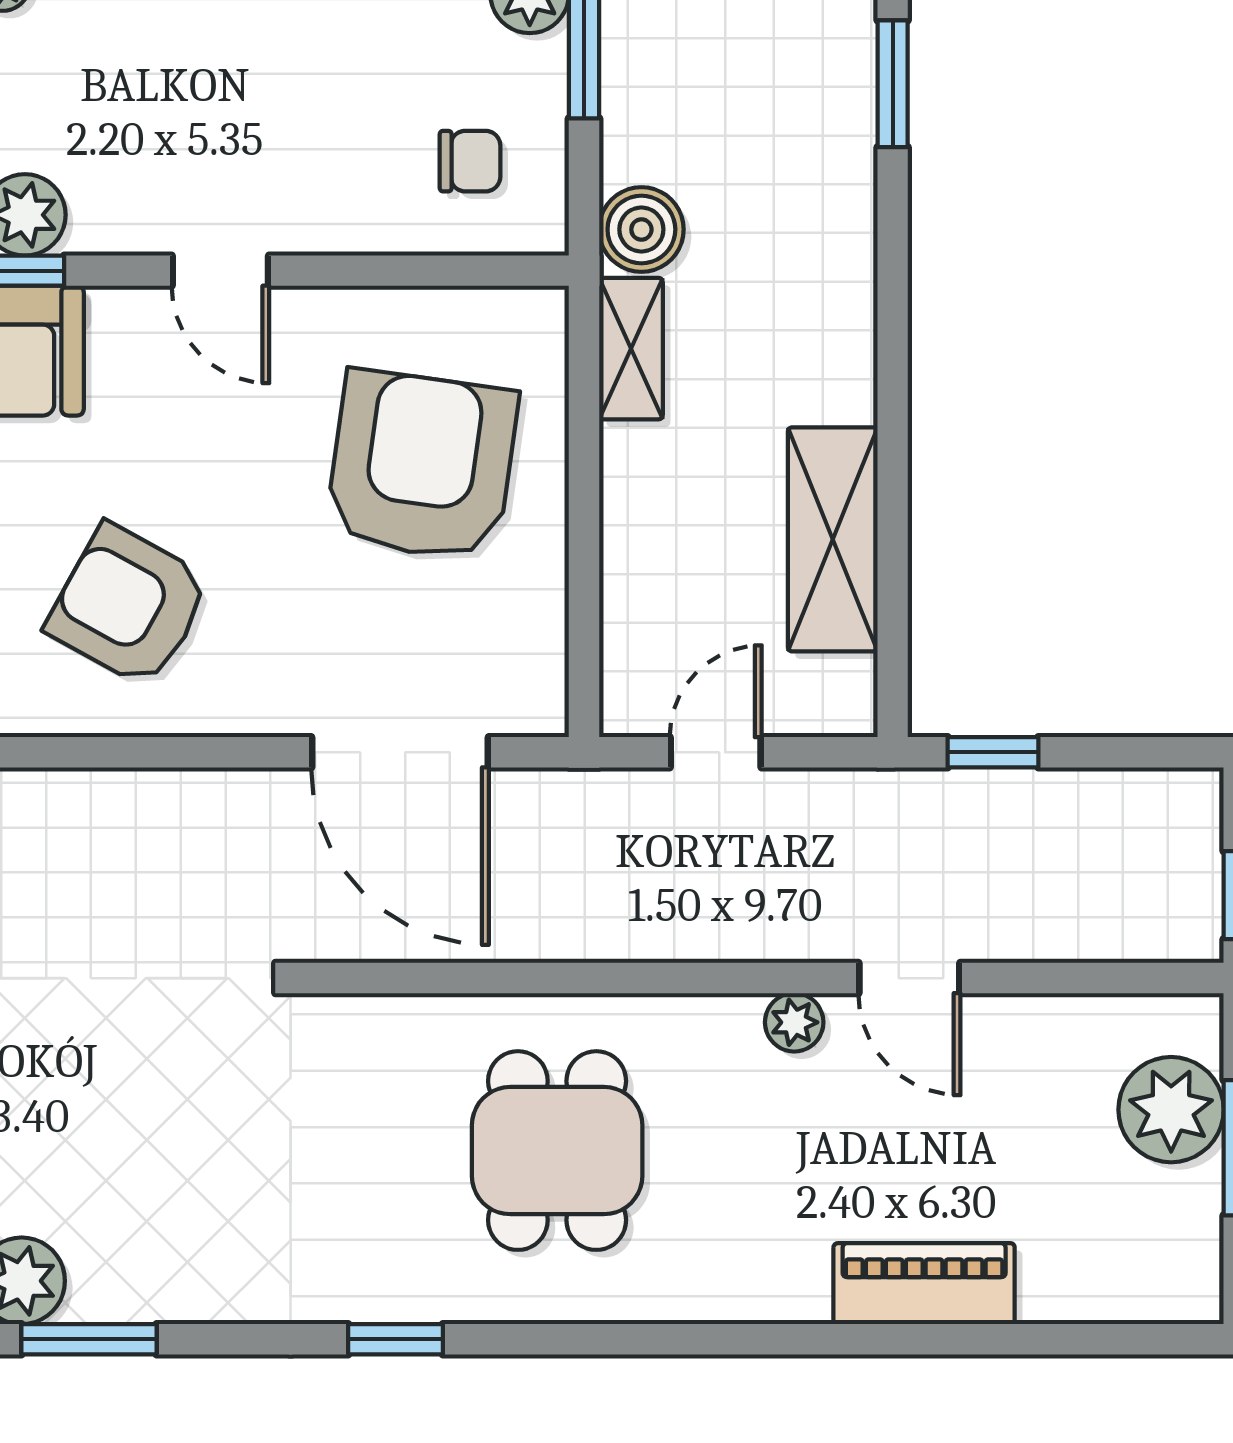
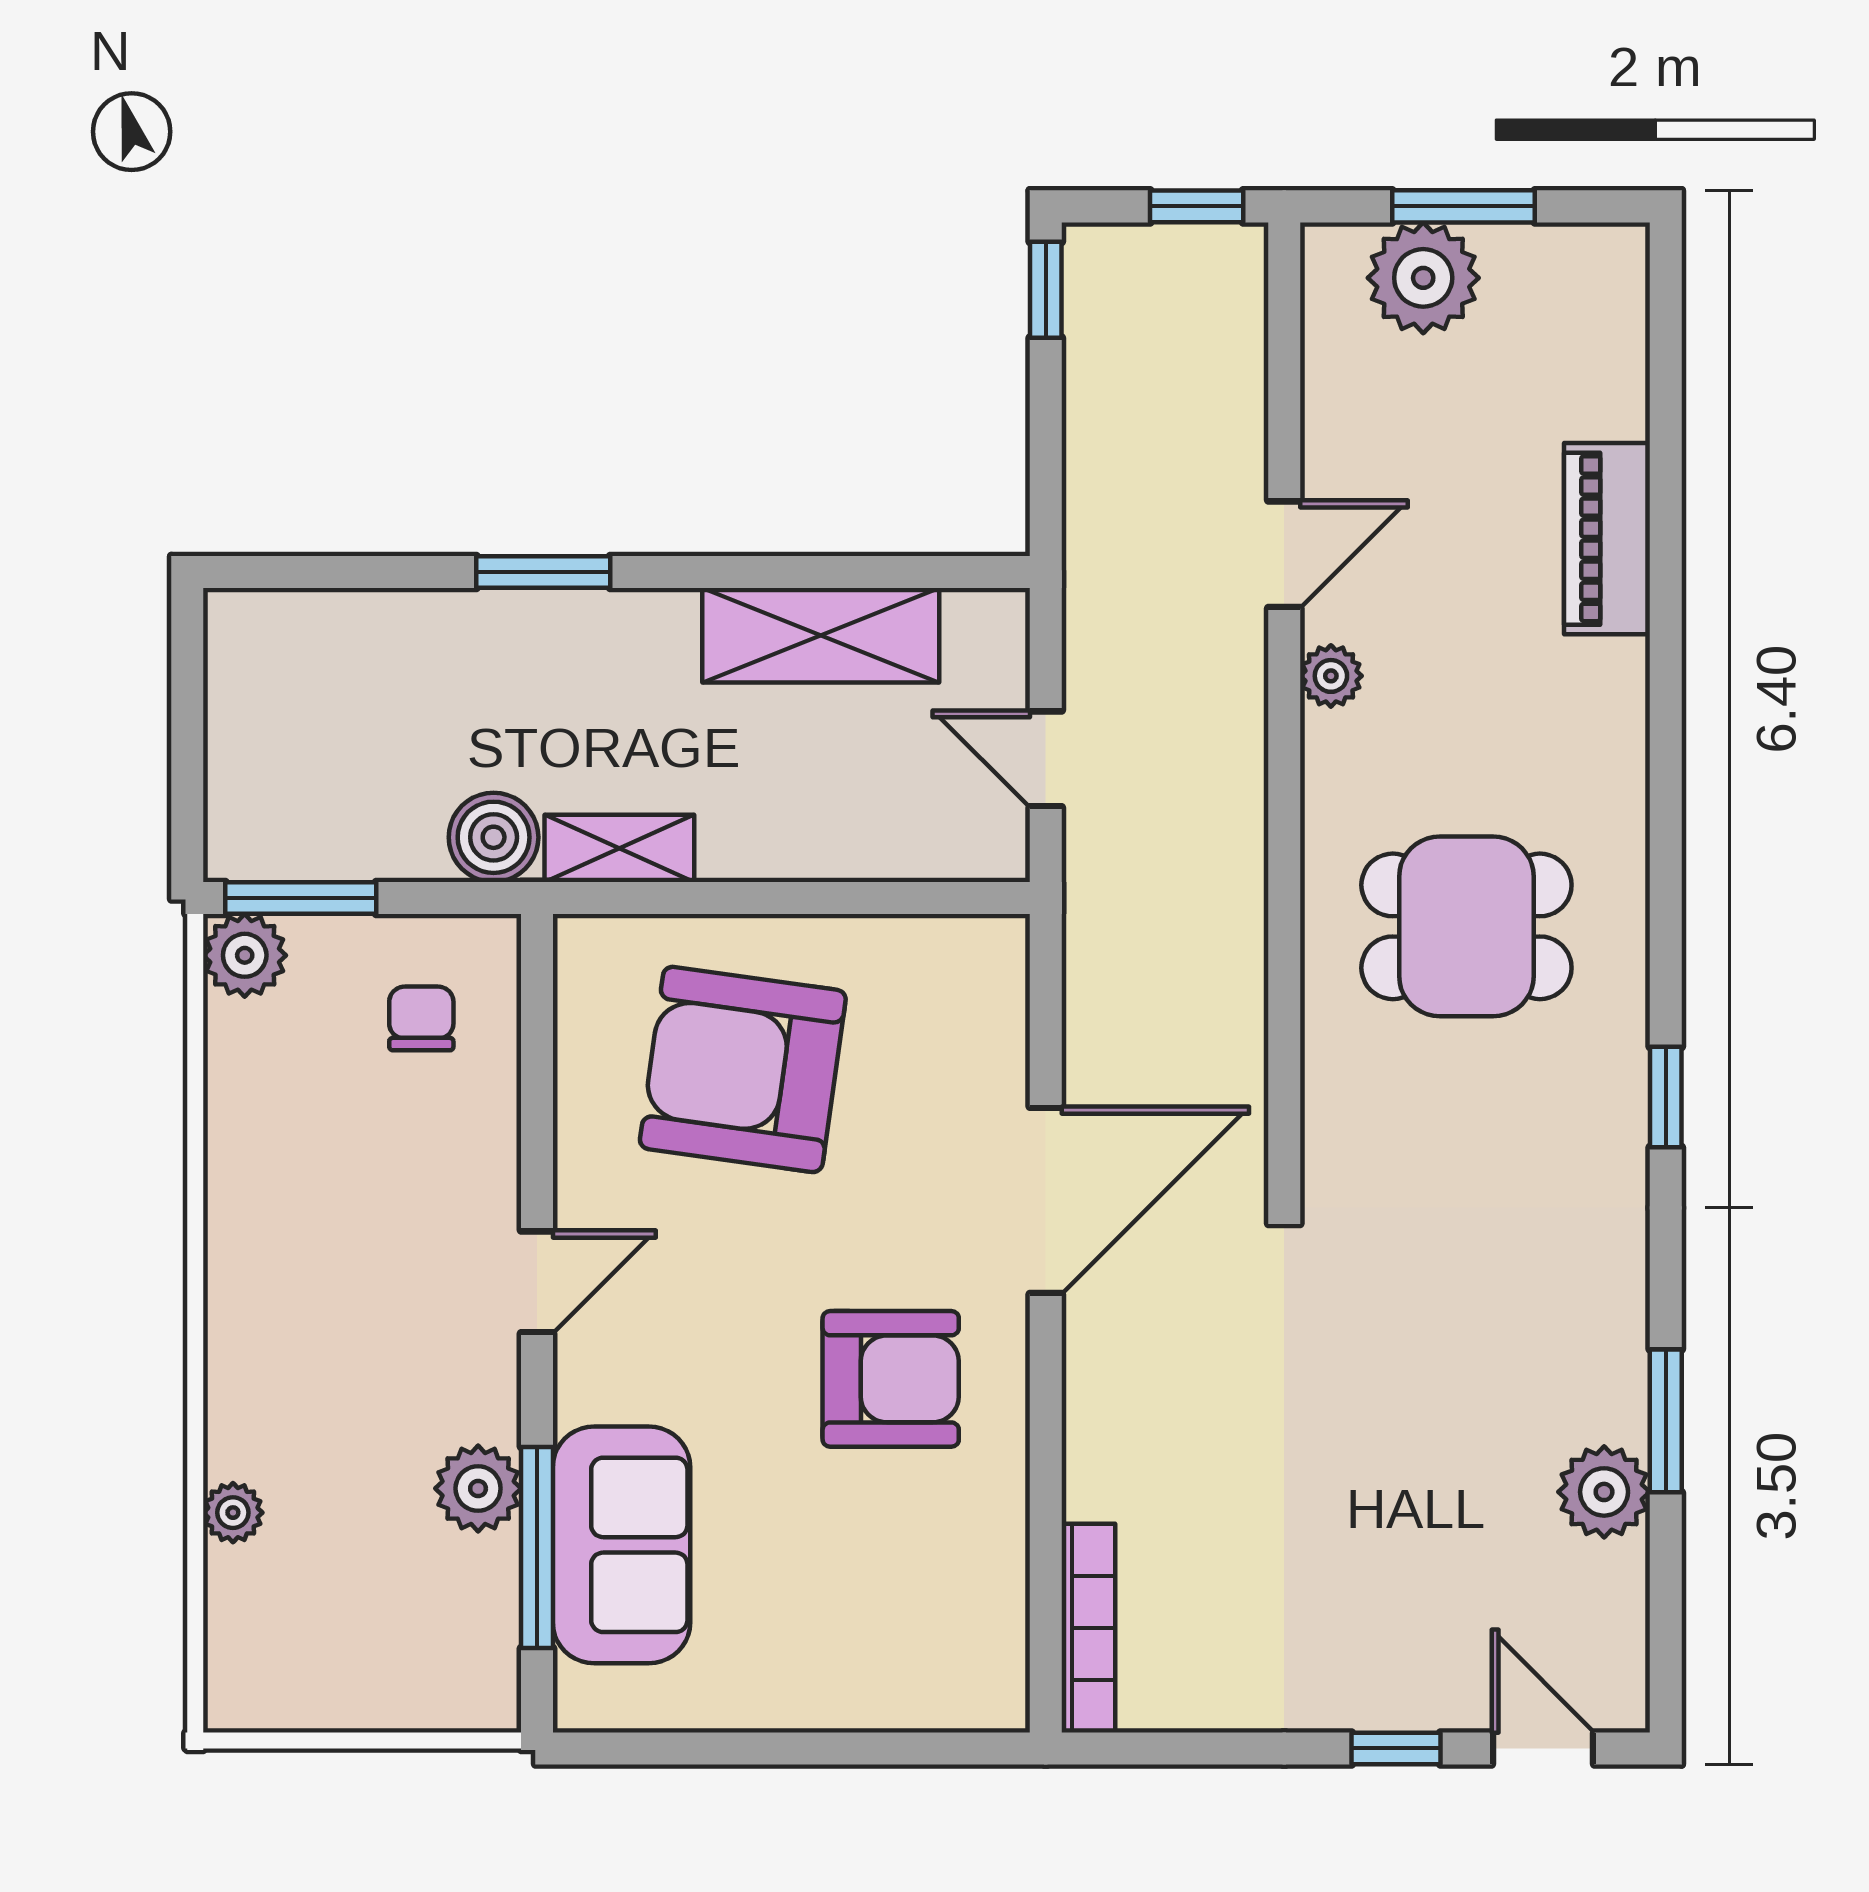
window: (893, 84) -> (543, 572), moved
armchair: (129, 606) -> (891, 1379), turned -119
door: (400, 752) -> (1046, 1200), moved
window: (993, 752) -> (1046, 290), moved

